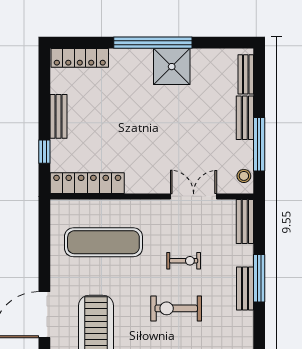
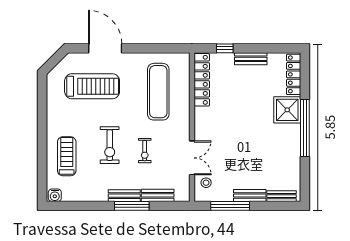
shower: (172, 67) -> (287, 110), moved
stool: (244, 176) -> (206, 183), moved
bench: (245, 222) -> (158, 195), moved
exercise bike: (176, 308) -> (110, 145), turned 180

